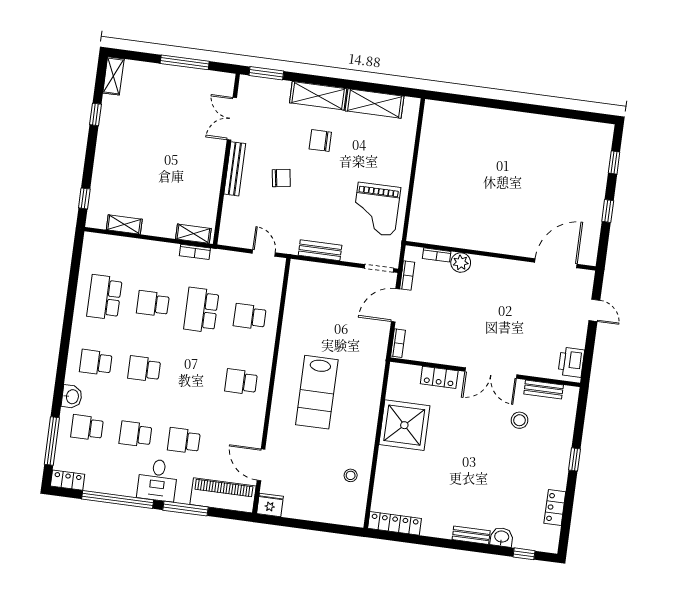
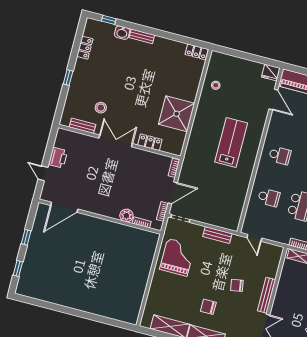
chair: (320, 141) -> (208, 307), turned 180
printer: (571, 362) -> (58, 158), moved
locker: (395, 523) -> (197, 52), width x0.66

